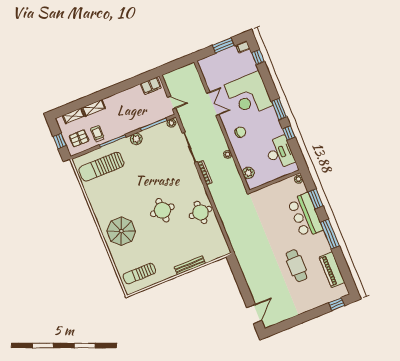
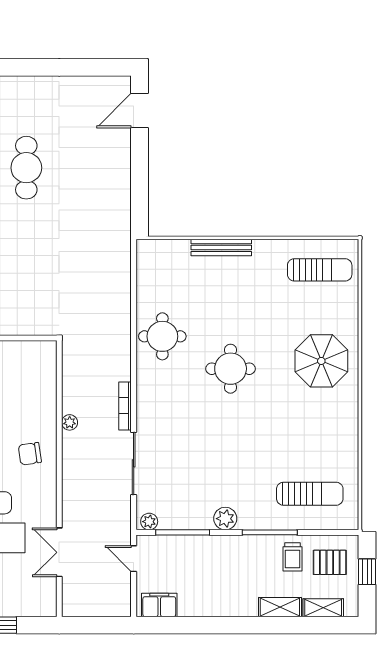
double door: (213, 104) -> (59, 552), moved
sun lounger: (101, 167) -> (310, 494), width x0.73, depth x0.75
plant: (248, 173) -> (45, 373), removed

